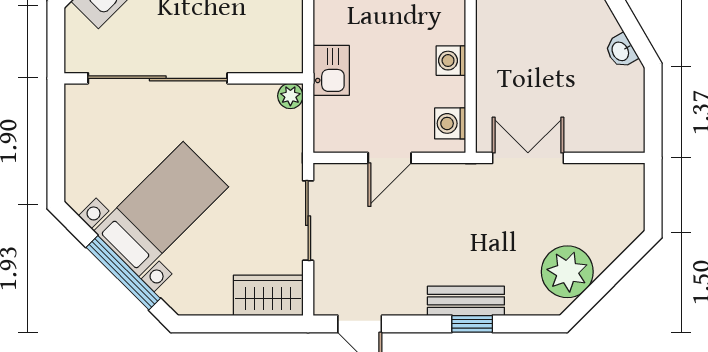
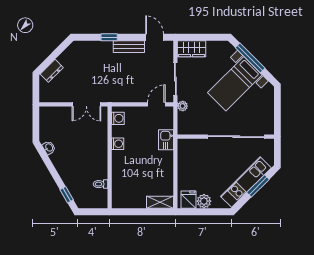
plant: (290, 96) -> (183, 106), moved
door: (390, 158) -> (156, 104), moved
dresser: (614, 241) -> (52, 71), added
plant: (567, 272) -> (71, 58), removed
bench: (466, 301) -> (129, 47), moved

